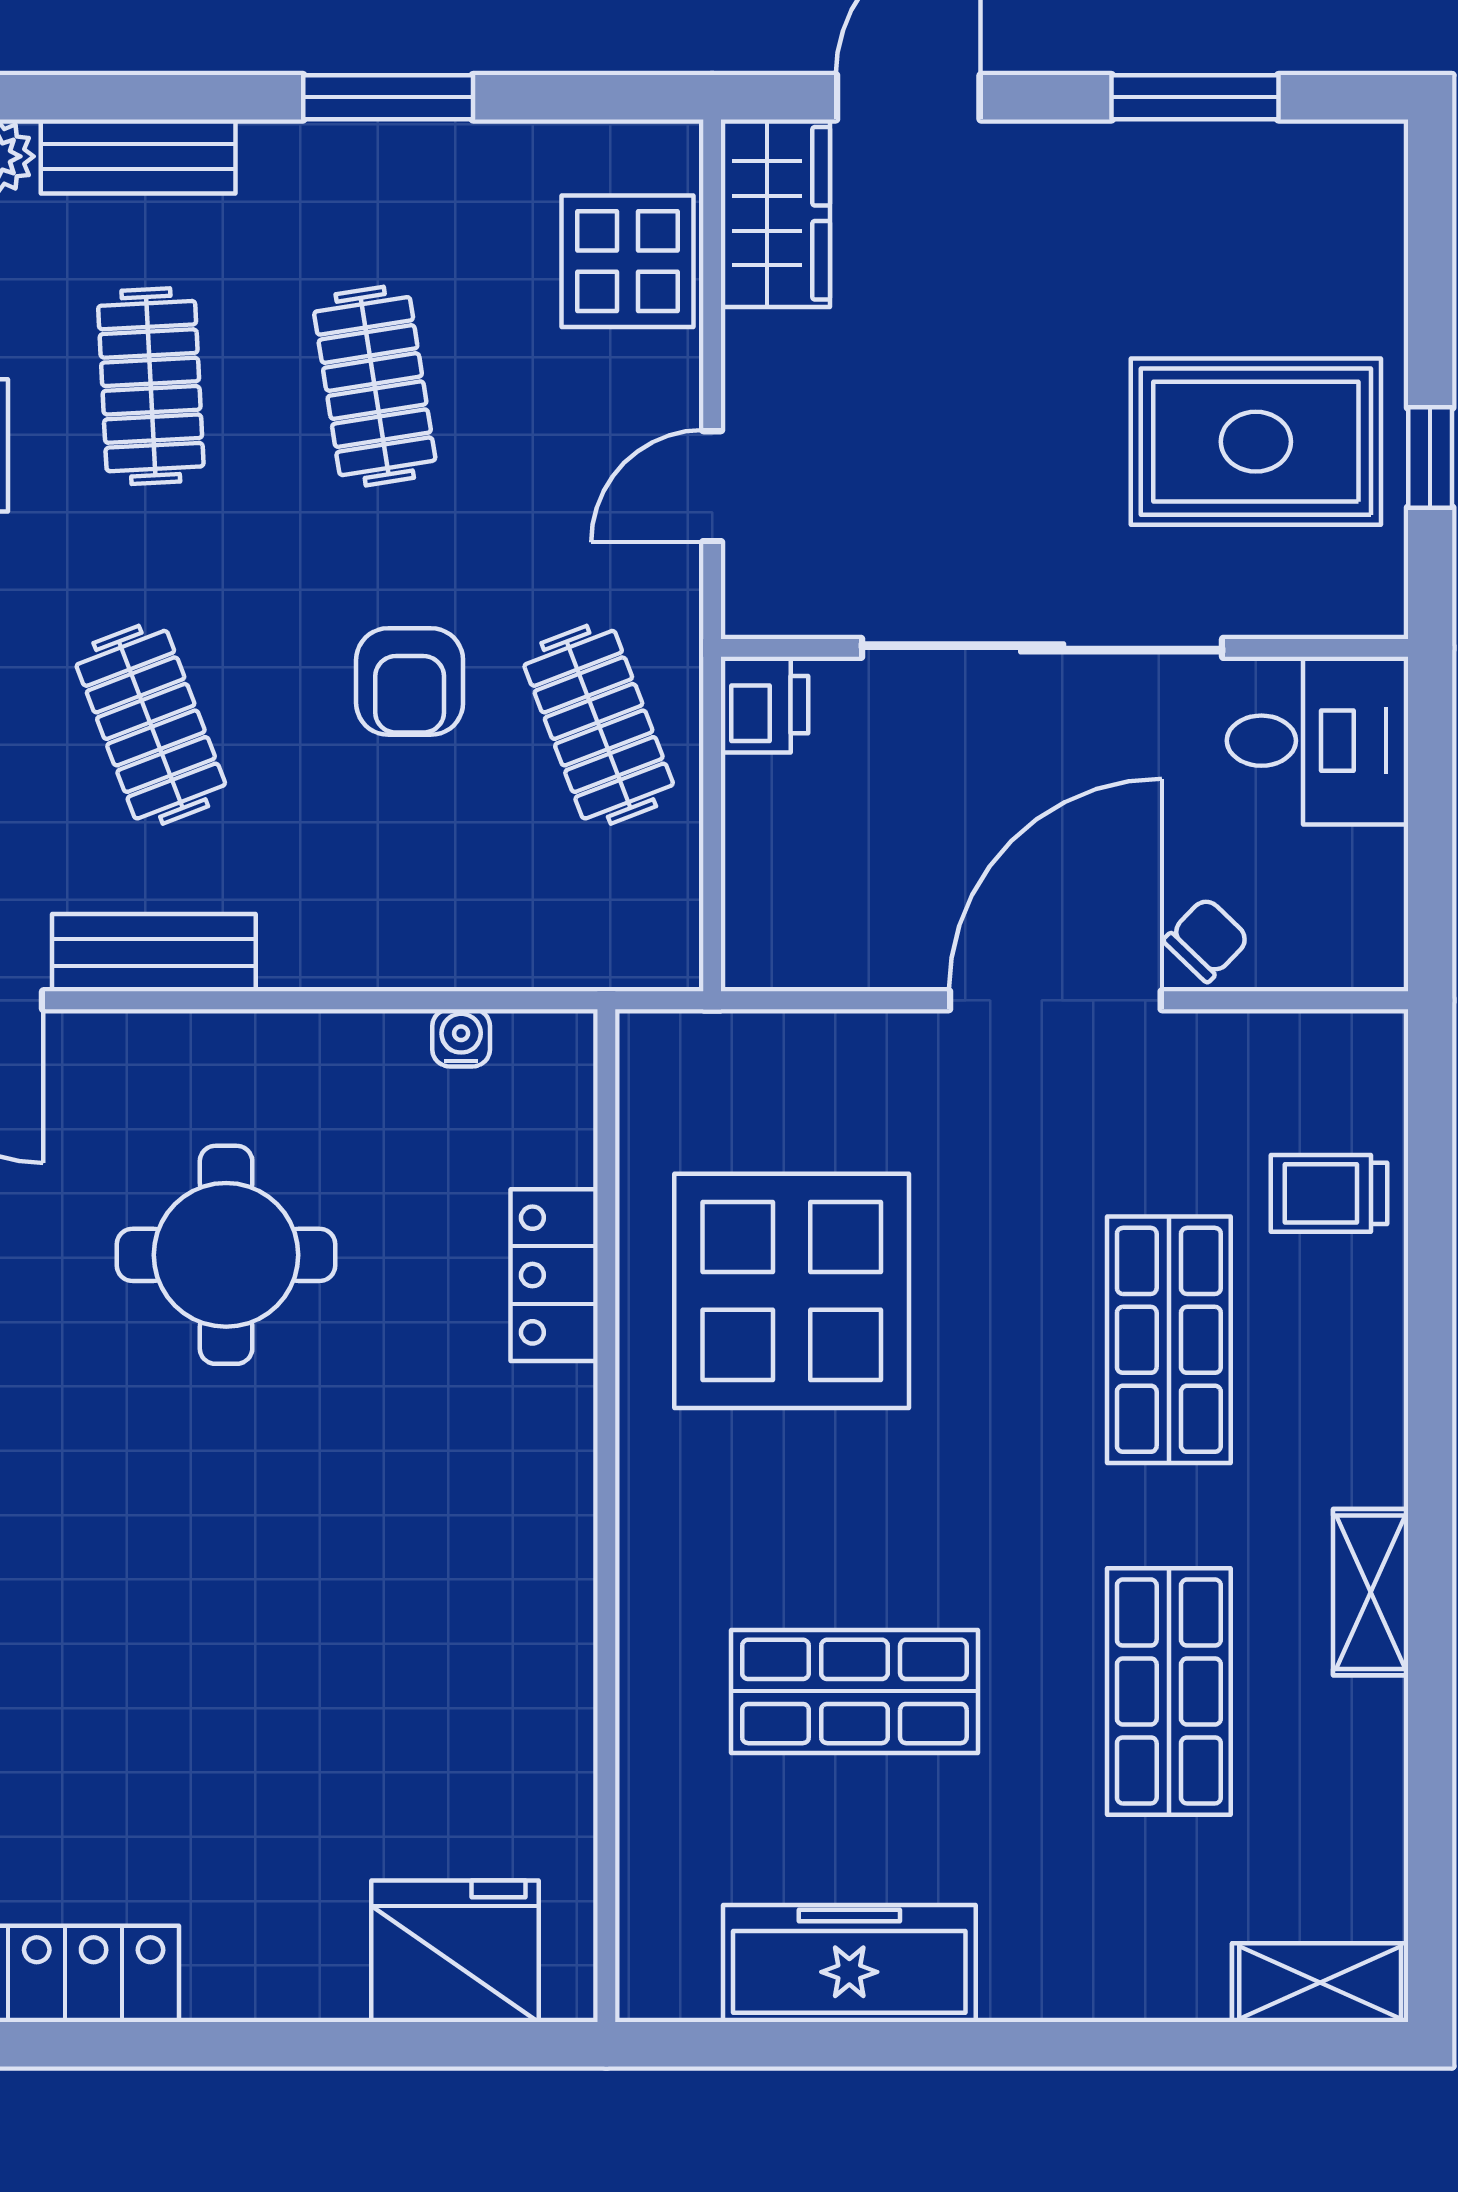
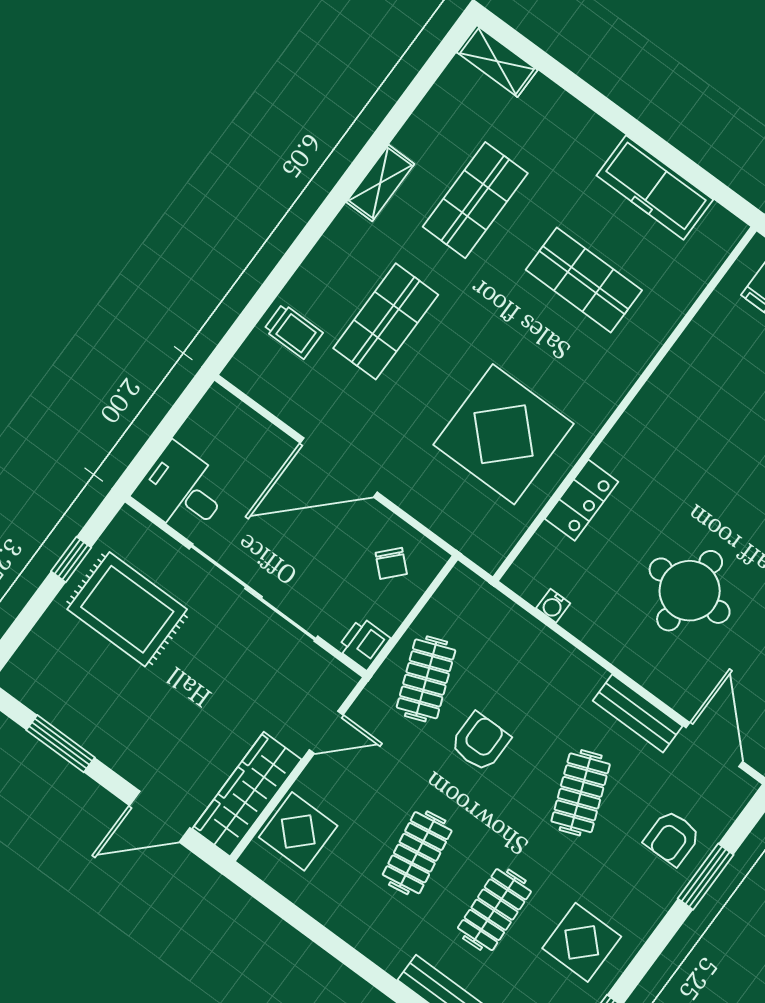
window: (388, 97) -> (339, 949), removed
wardrobe: (775, 213) -> (247, 794), width x1.50
chair: (1207, 940) -> (391, 563), moved, turned -91

